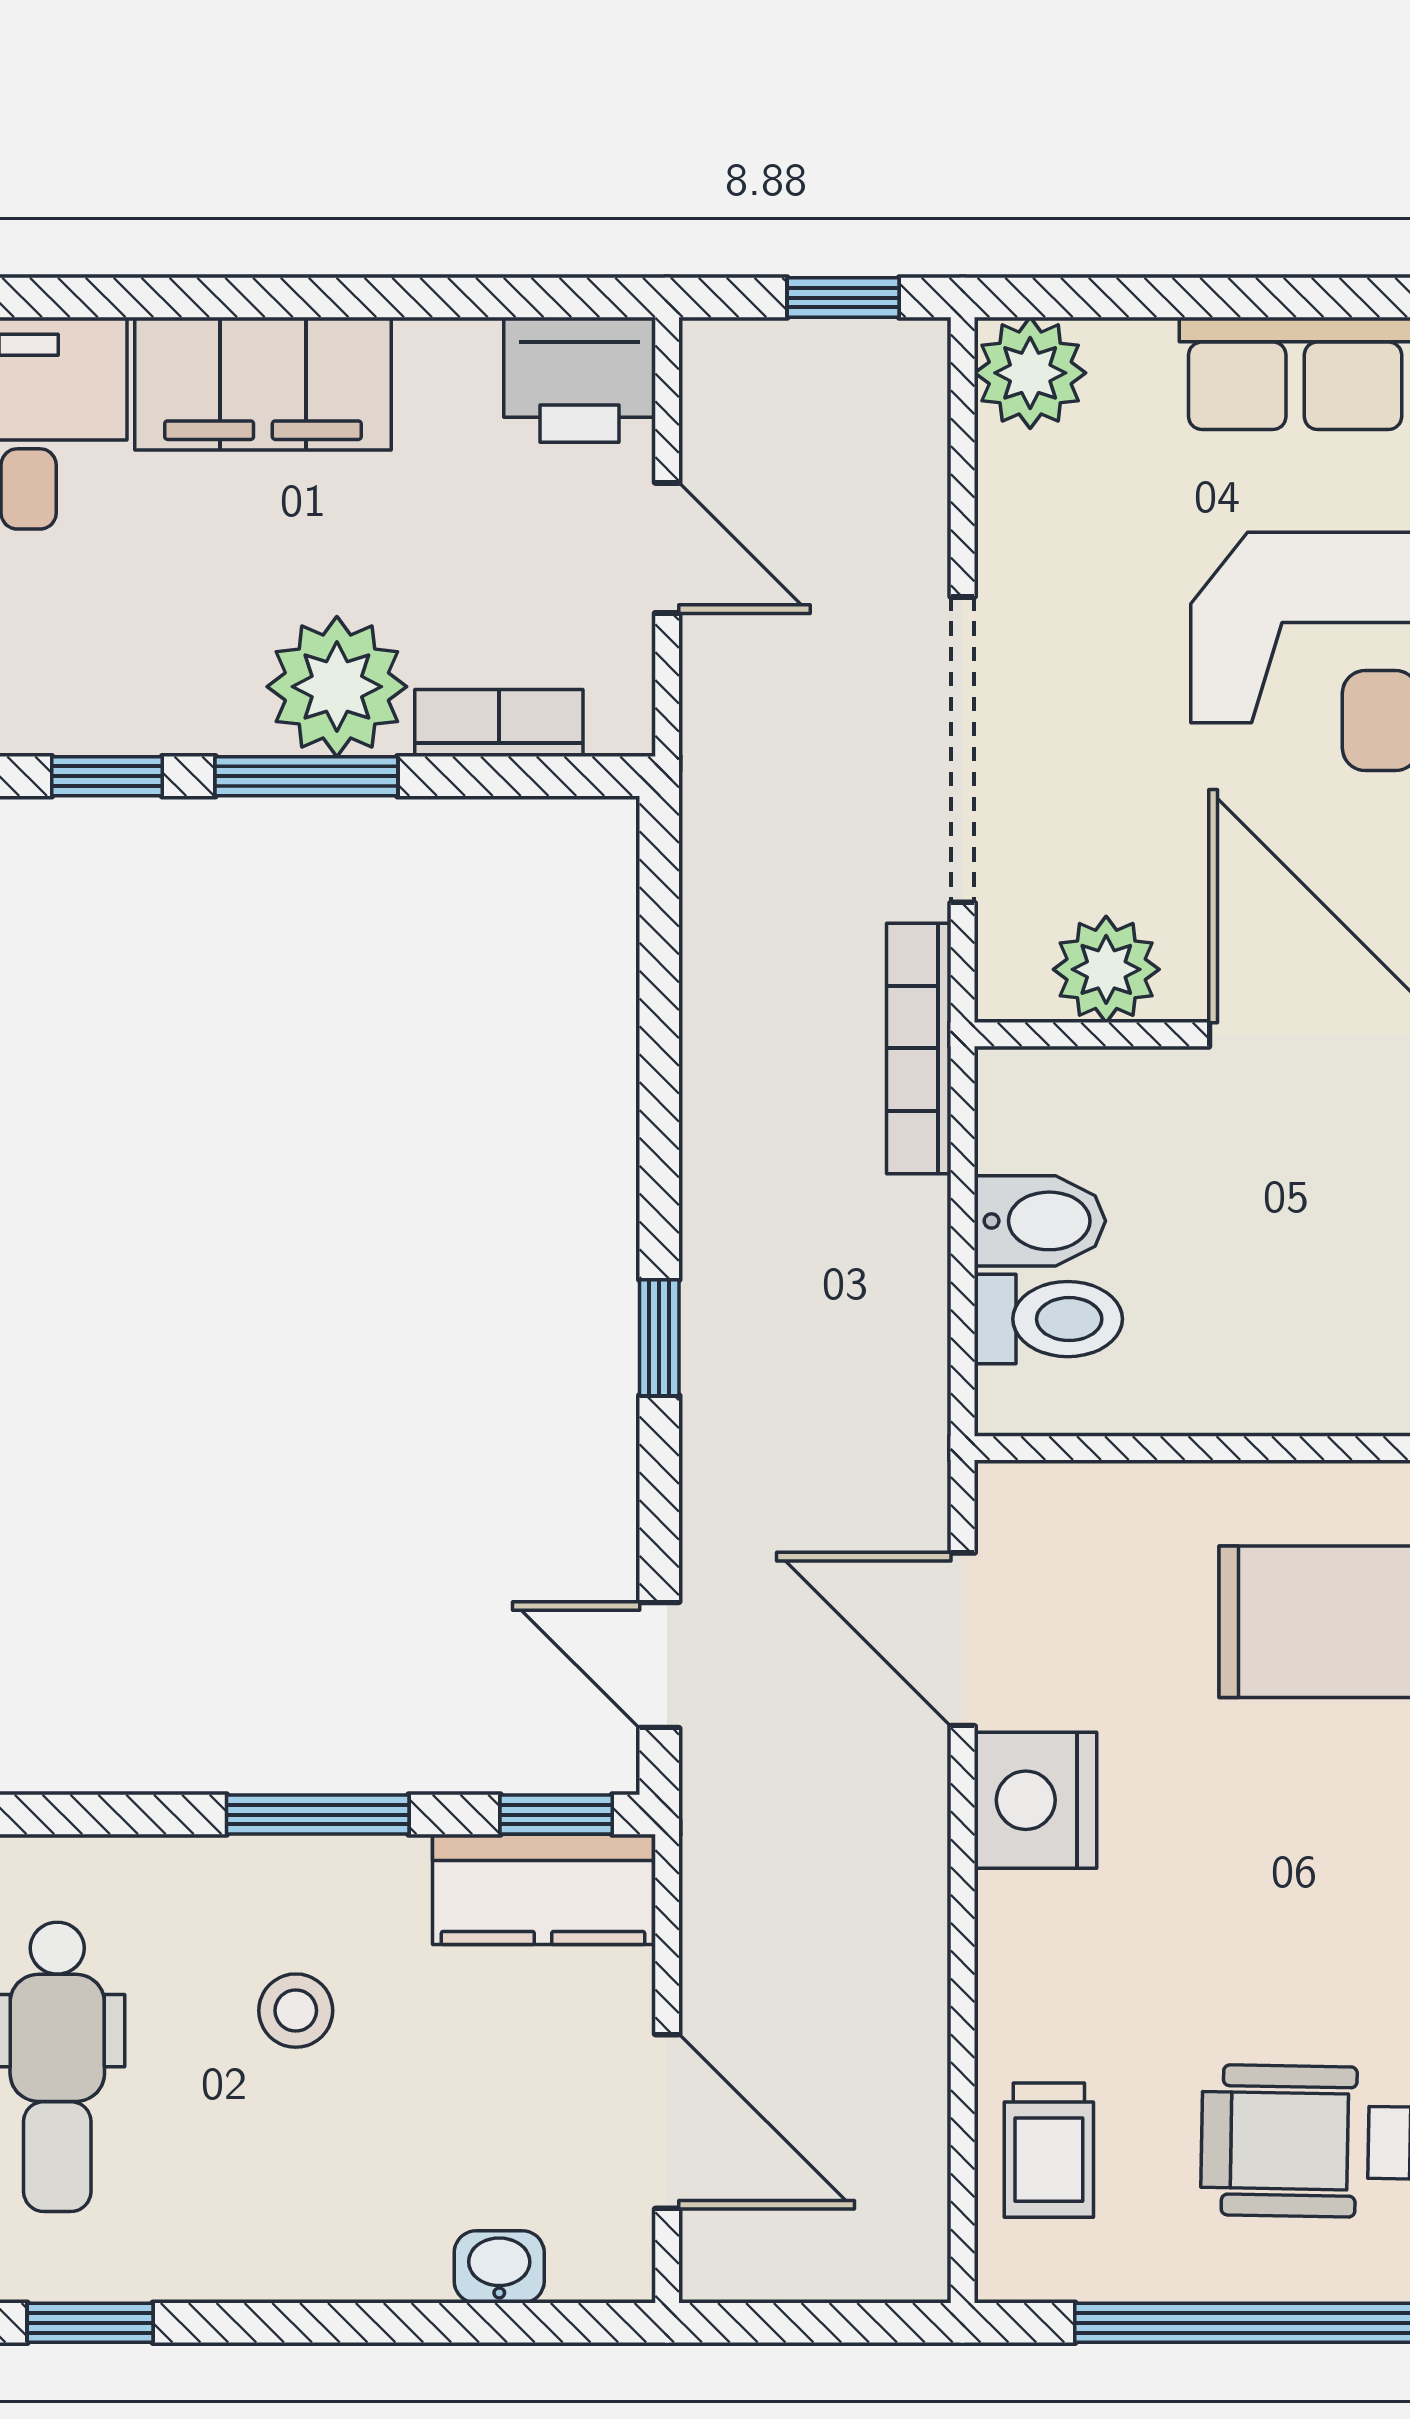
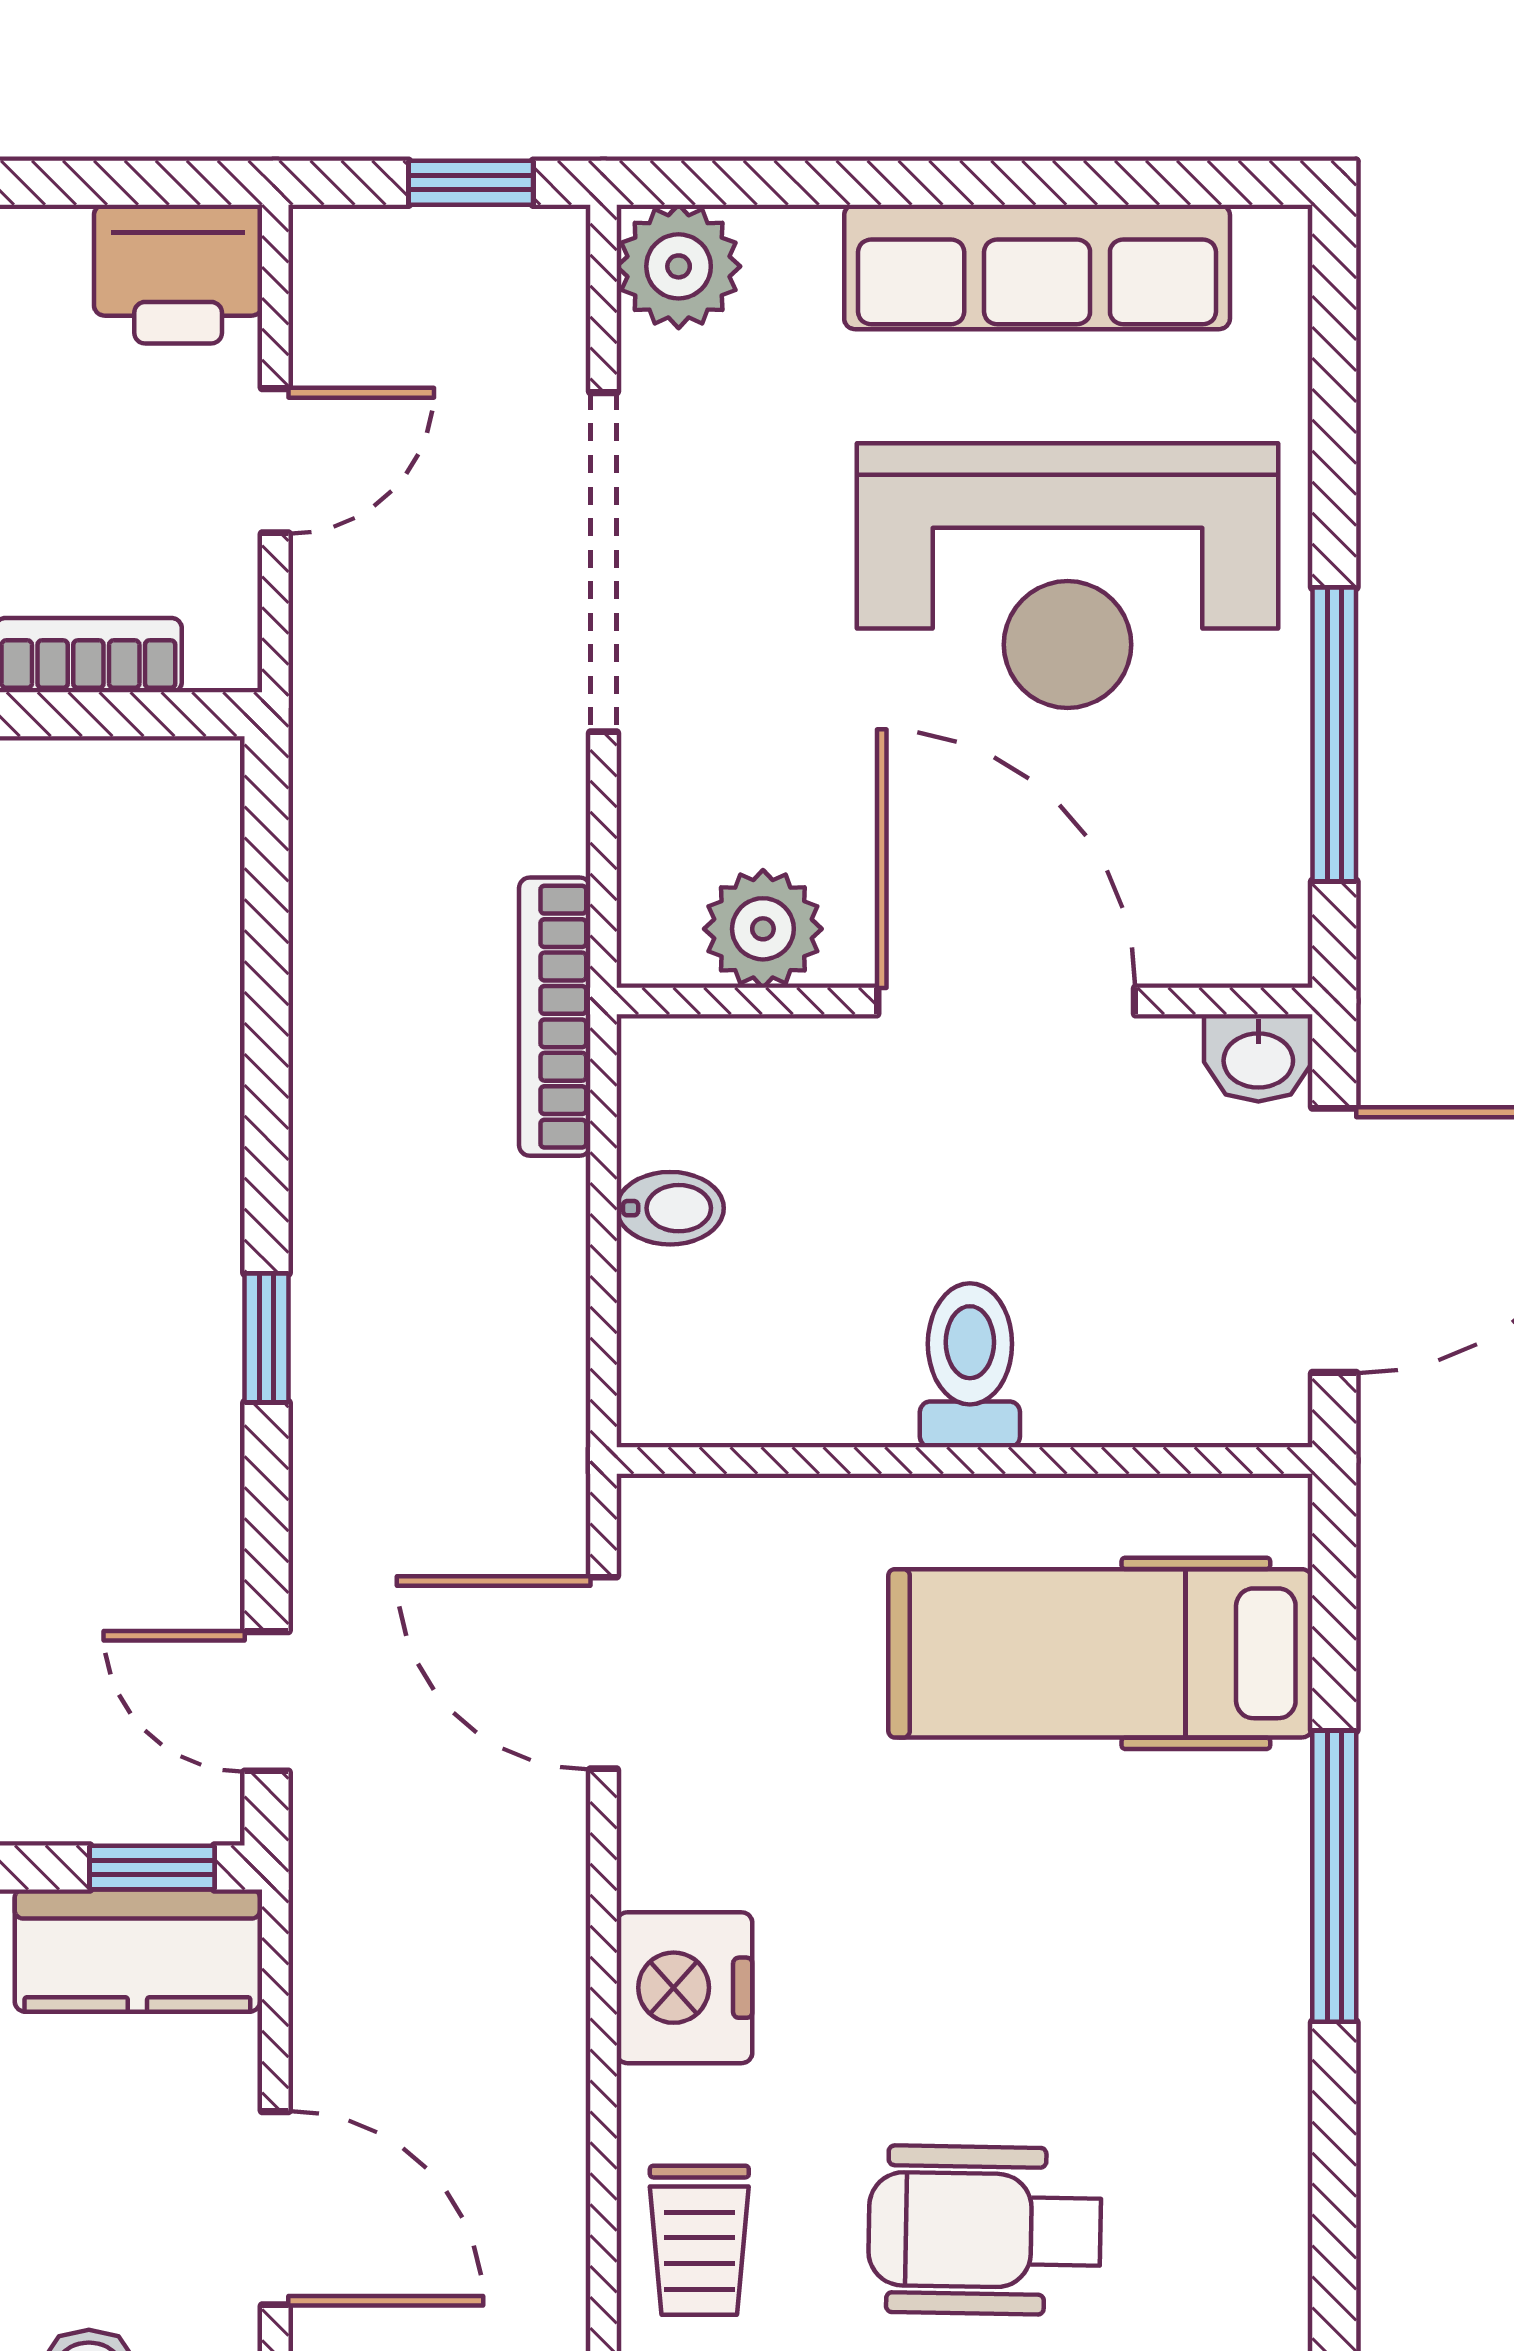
door: (667, 548) -> (275, 461), hinge flipped
doorway: (963, 750) -> (604, 562), moved
bidet: (1040, 1221) -> (670, 1208), width x0.72, depth x0.74
toilet: (1048, 1319) -> (970, 1365), moved, turned -90
nightstand: (1036, 1800) -> (684, 1988), moved

